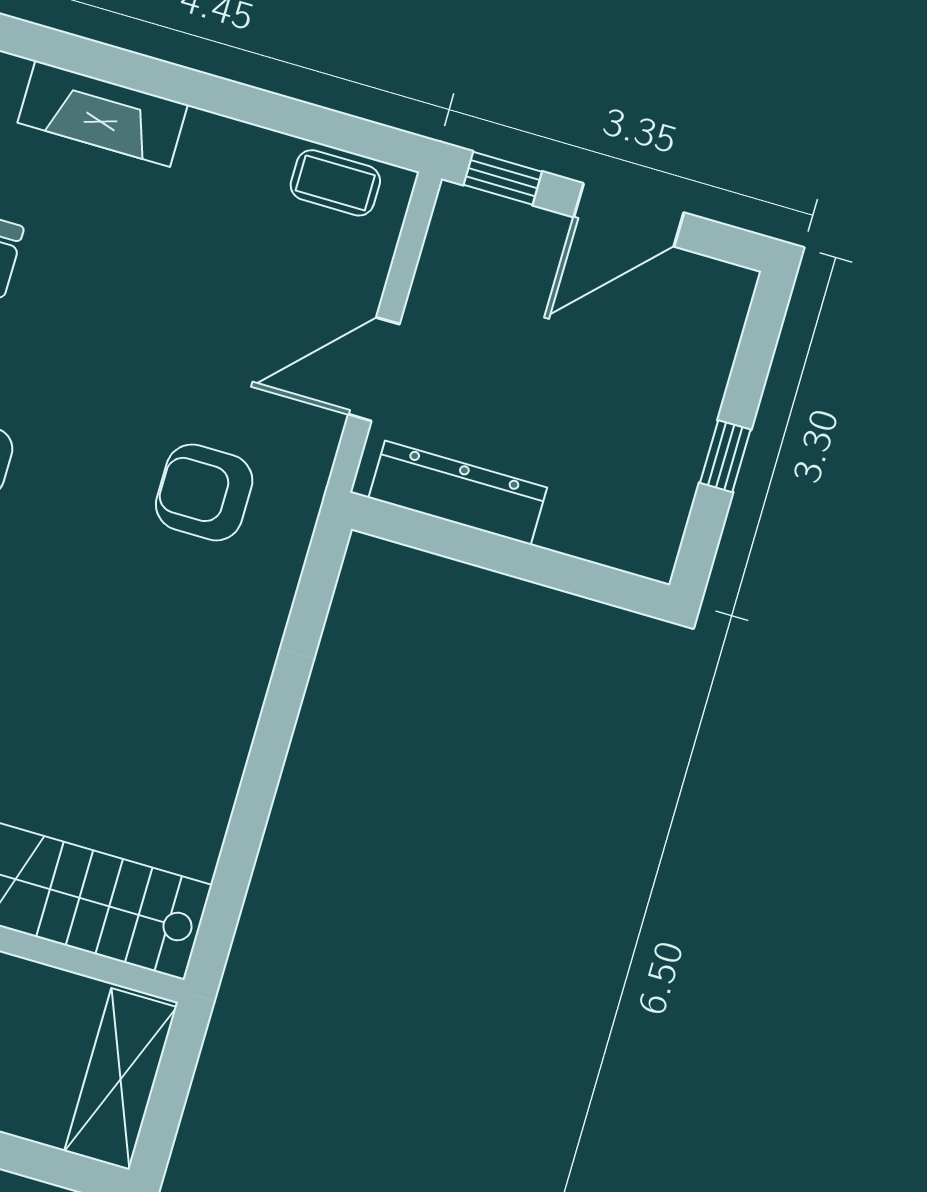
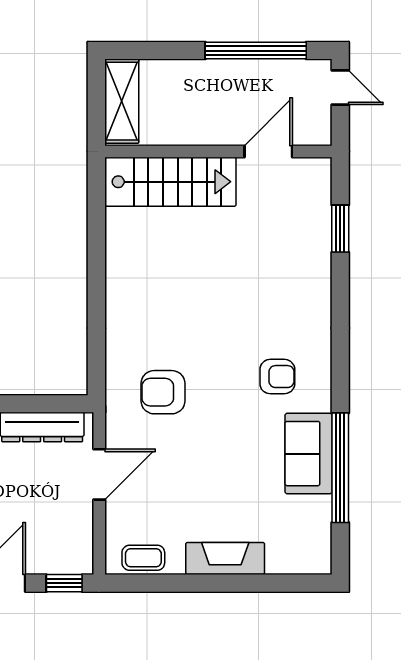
fireplace: (103, 114) -> (225, 559), moved
armchair: (204, 492) -> (163, 392), turned 180

